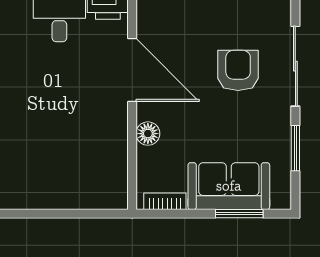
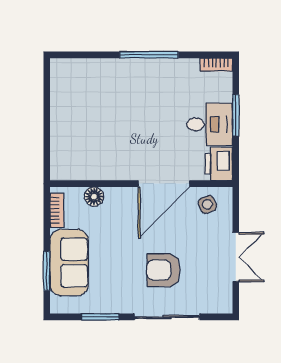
side table: (158, 17) -> (207, 204), added
armchair: (238, 70) -> (164, 270), turned 180
floor lamp: (148, 134) -> (94, 197), moved

